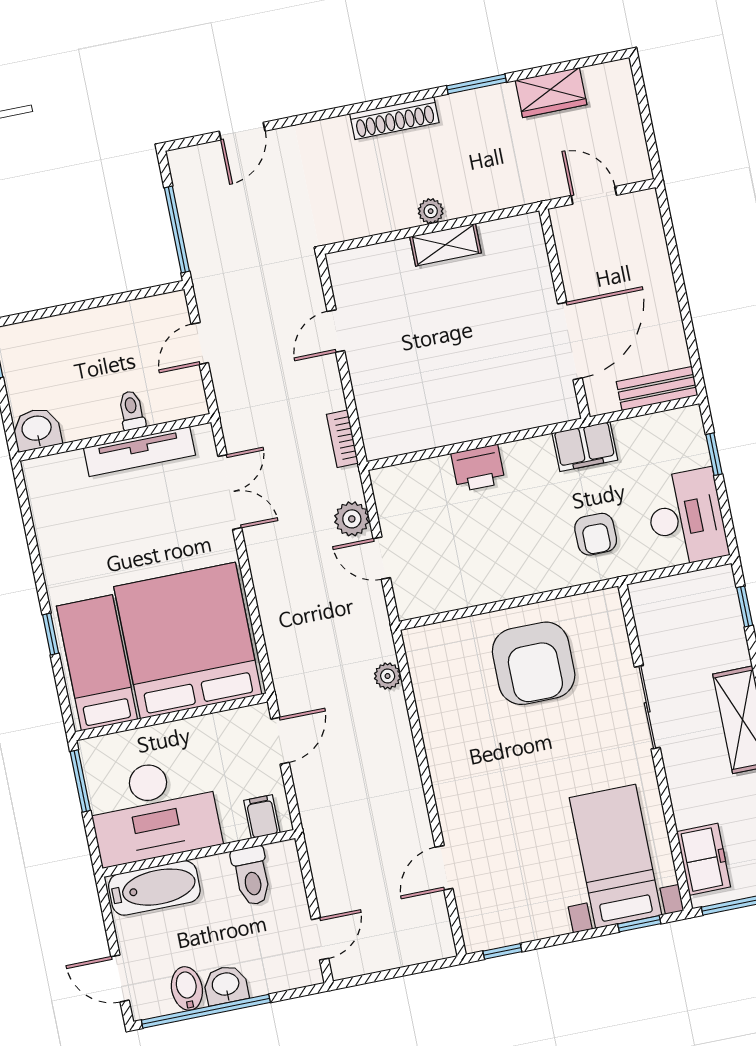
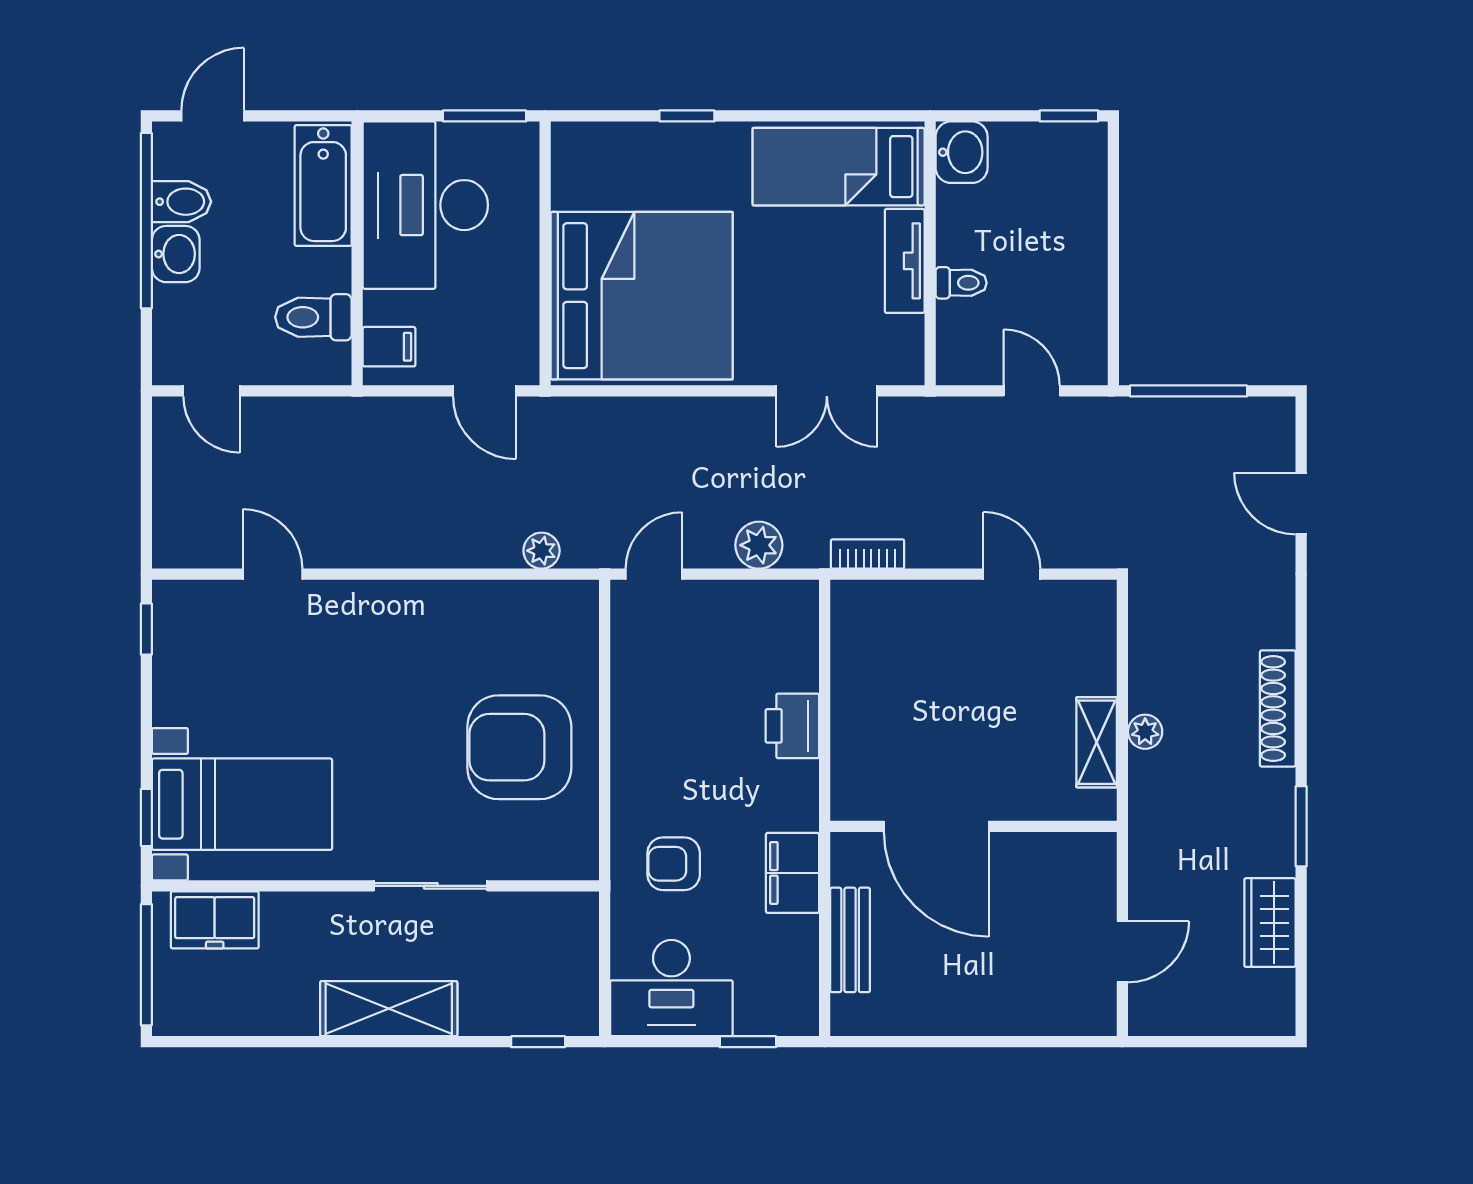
wall: (564, 314) -> (974, 826), moved
door: (570, 341) -> (936, 826), moved
bench: (657, 388) -> (850, 940), moved
tv unit: (139, 452) -> (905, 261), width x0.71
door: (382, 558) -> (654, 574), moved
bed: (97, 663) -> (839, 167), moved, turned 180

